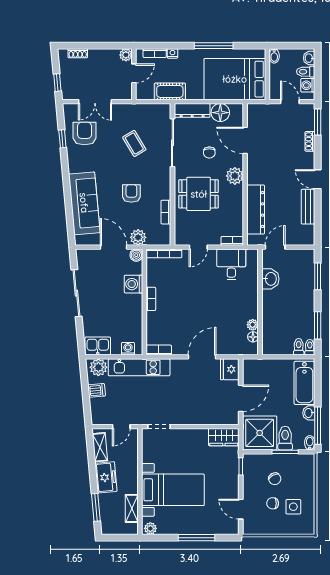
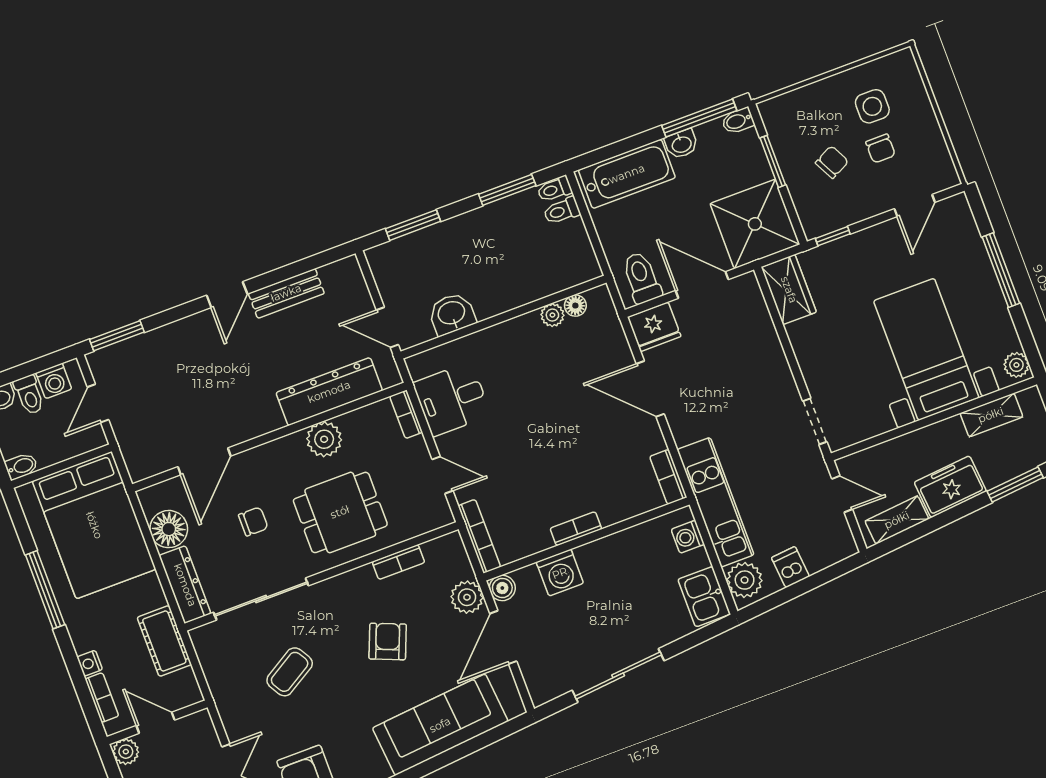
shoe rack: (310, 141) -> (160, 337), removed
plant: (235, 176) -> (324, 439), moved
armchair: (131, 193) -> (388, 641), turned 112
dining table: (199, 194) -> (340, 512), turned 90
toilet: (285, 438) -> (642, 278), moved, turned 90

